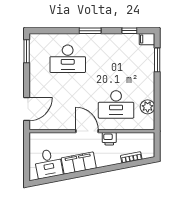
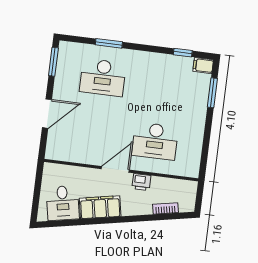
window: (90, 31) -> (109, 43), moved
plant: (148, 107) -> (193, 149), removed
door: (27, 109) -> (47, 114), moved
door: (87, 131) -> (115, 169), hinge flipped

